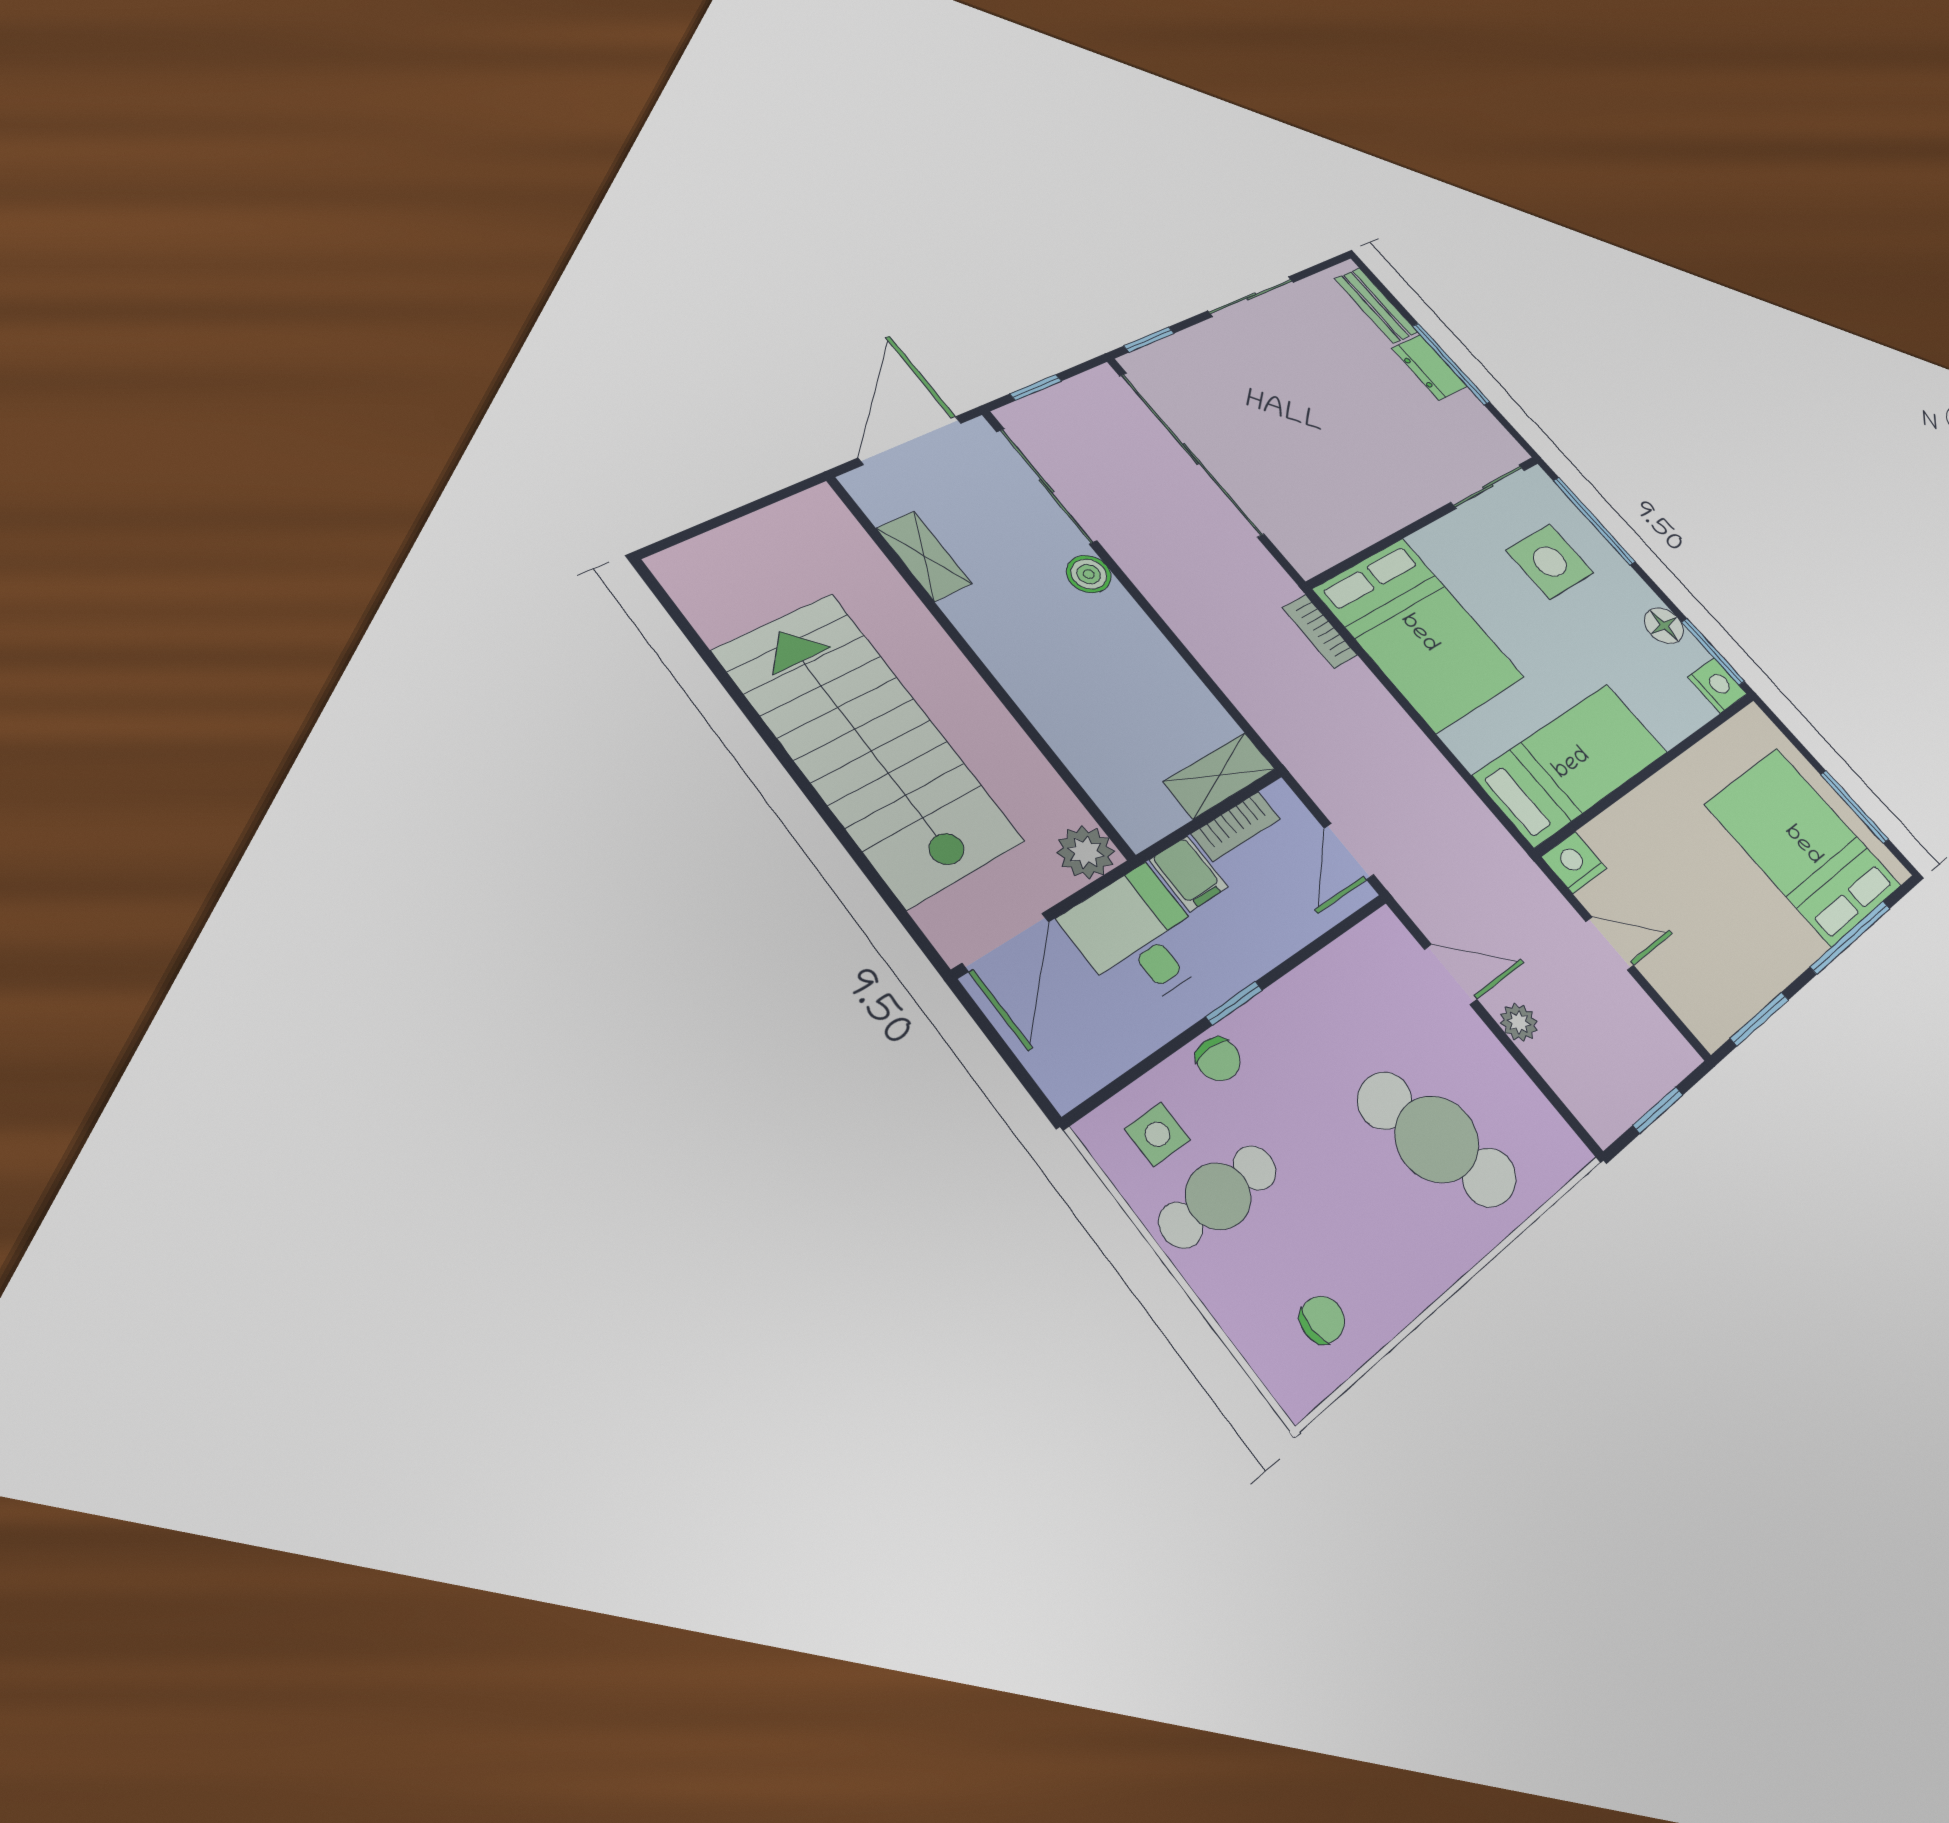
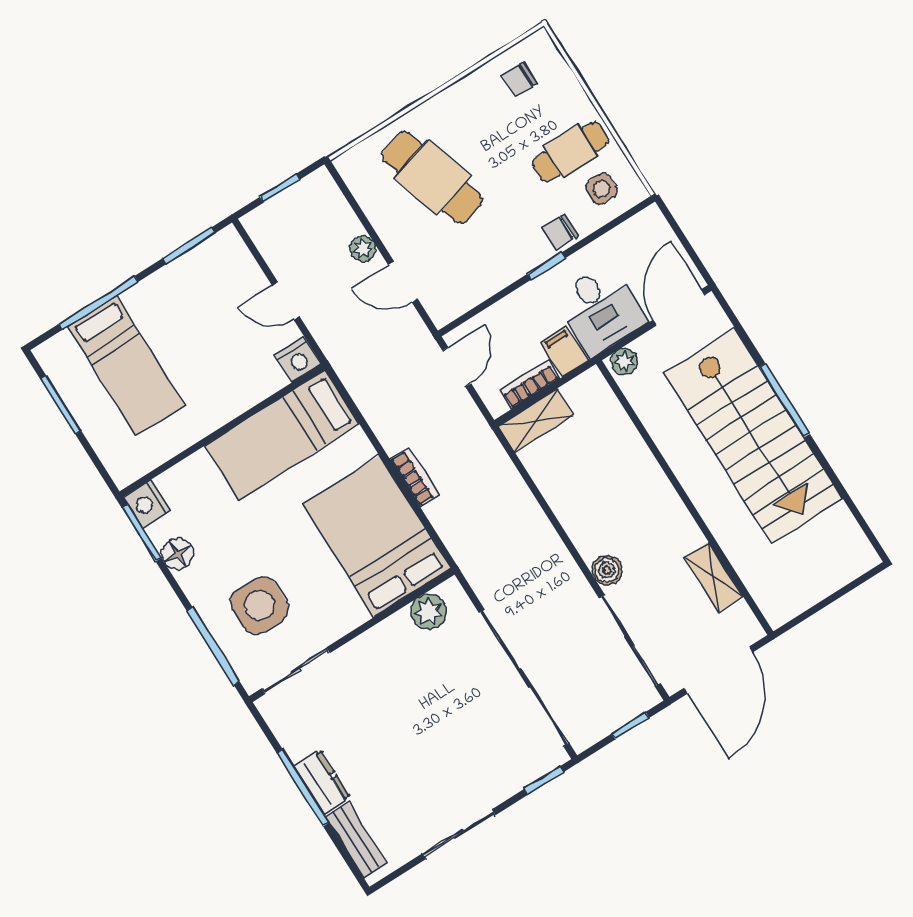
plant: (1333, 540) -> (429, 612), added
bookcase: (1320, 631) -> (414, 477), moved
window: (814, 797) -> (785, 400), added
bed: (1803, 845) -> (126, 366), width x0.67
plant: (1086, 852) -> (624, 361), width x0.73, depth x0.73
chair: (1218, 1059) -> (560, 232), turned -90

